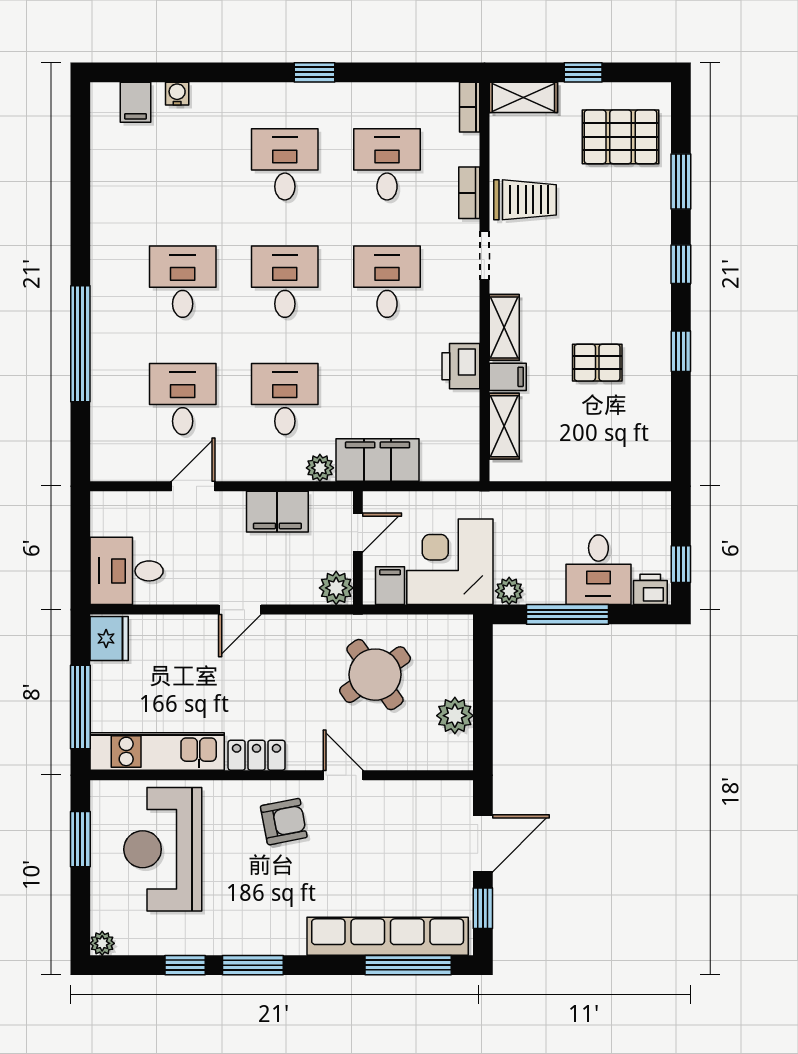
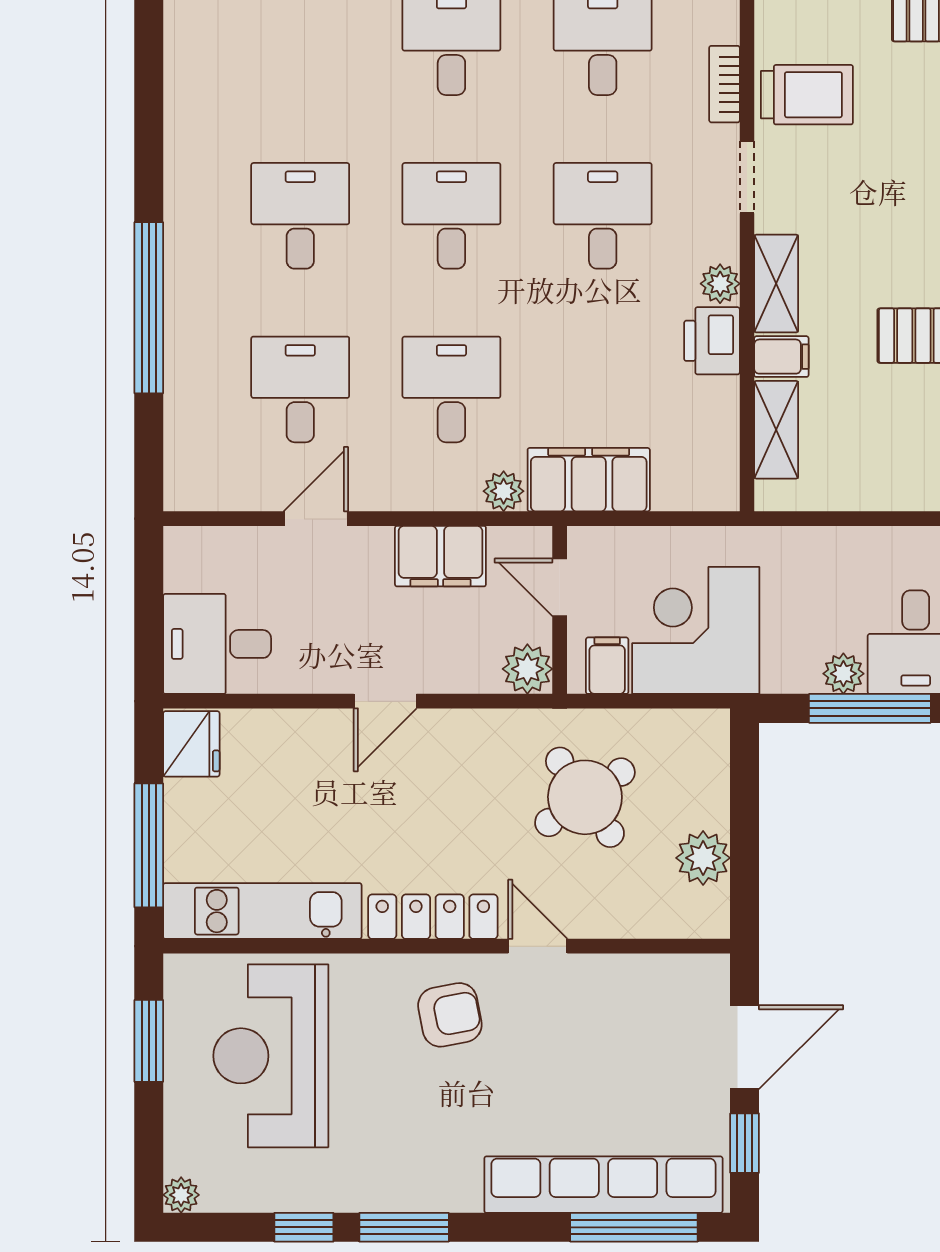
plant: (466, 328) -> (720, 284), added
door: (358, 533) -> (560, 587), swing flipped
plant: (509, 591) -> (843, 674), moved
locker: (257, 755) -> (433, 917), width x1.53

